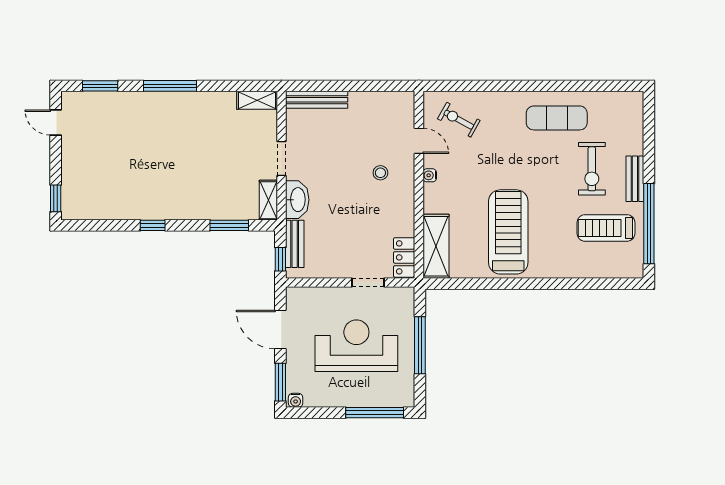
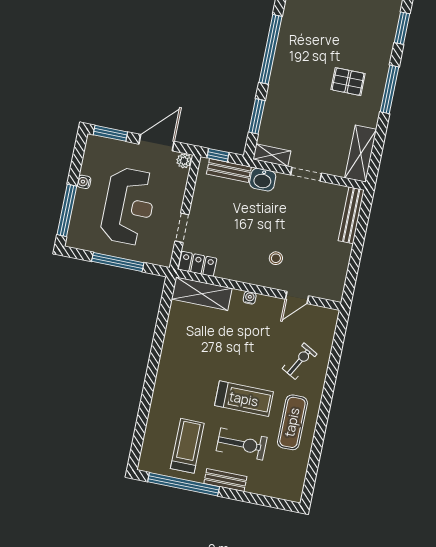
shelving: (257, 100) -> (361, 154), width x1.50, depth x1.33
exercise bike: (459, 120) -> (300, 361), moved
pallet: (171, 133) -> (348, 82), added
exercise bike: (592, 169) -> (242, 444), turned 180
water cooler: (430, 175) -> (250, 298), moved
washbasin: (297, 200) -> (263, 180), width x0.72
window: (153, 225) -> (270, 49), width x3.17
treadmill: (508, 232) -> (244, 399), moved, width x0.73, depth x0.73
plant: (294, 295) -> (184, 161), added
water cooler: (296, 400) -> (84, 182), moved

